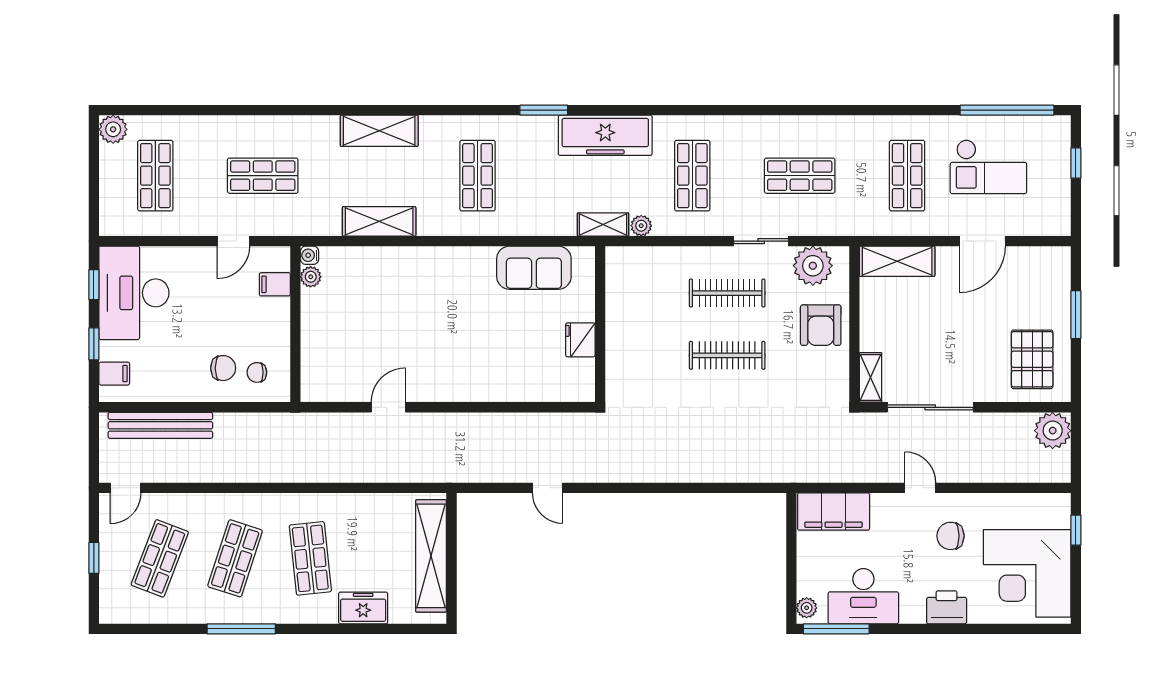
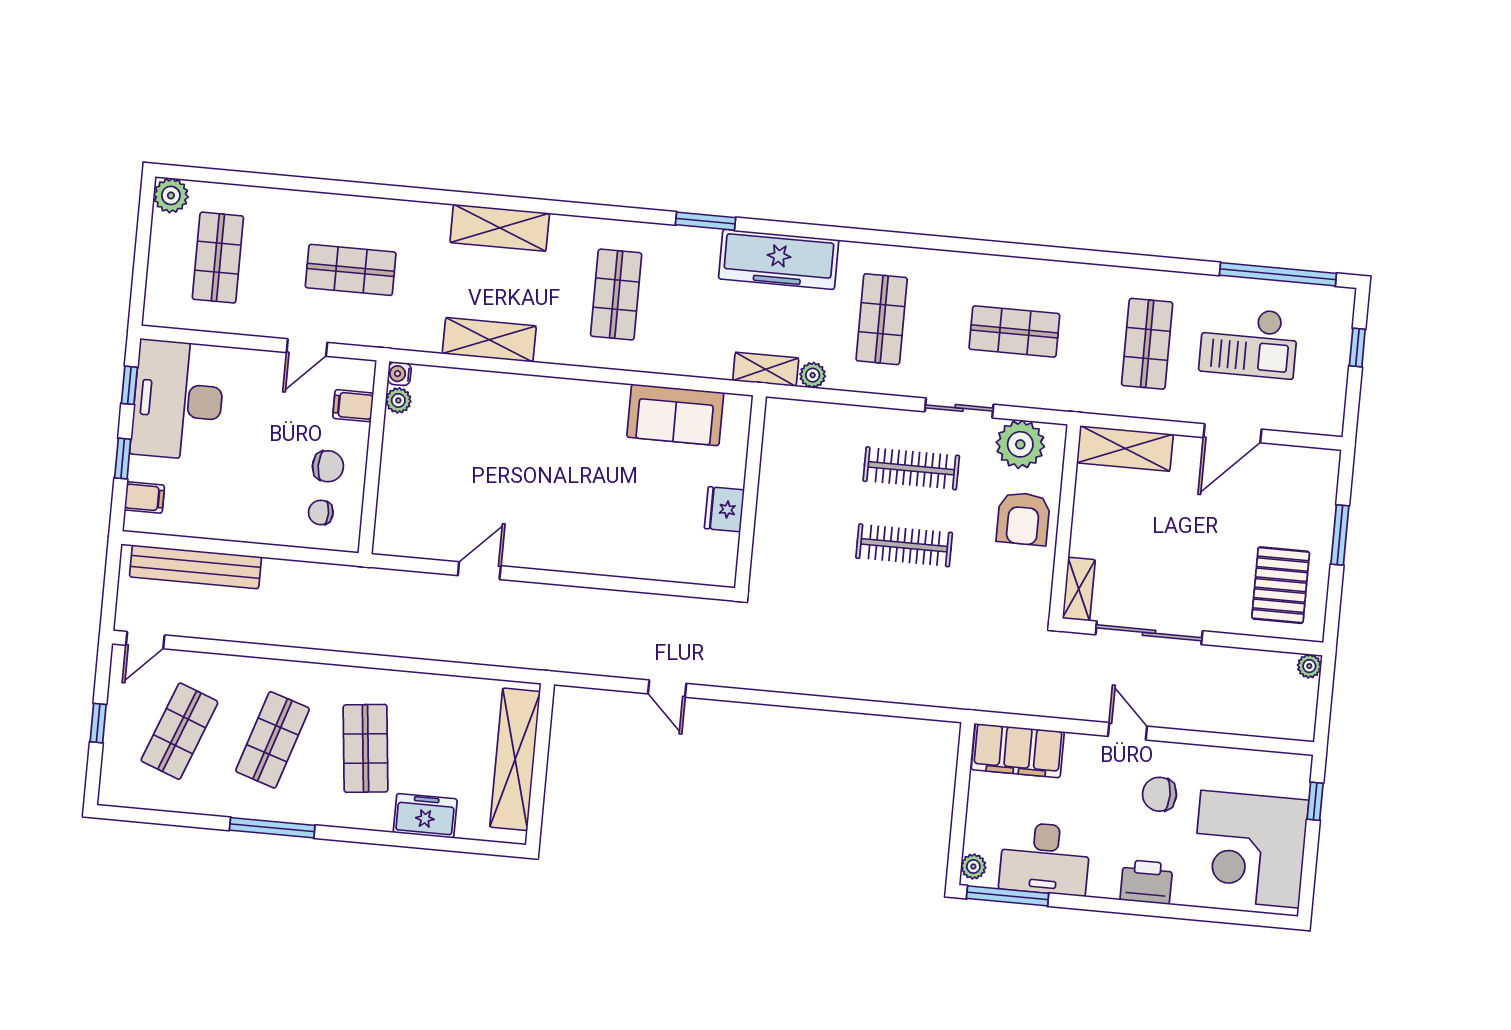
chair: (223, 368) -> (328, 466), moved
plant: (1053, 431) -> (1309, 666), width x0.53, depth x0.53

